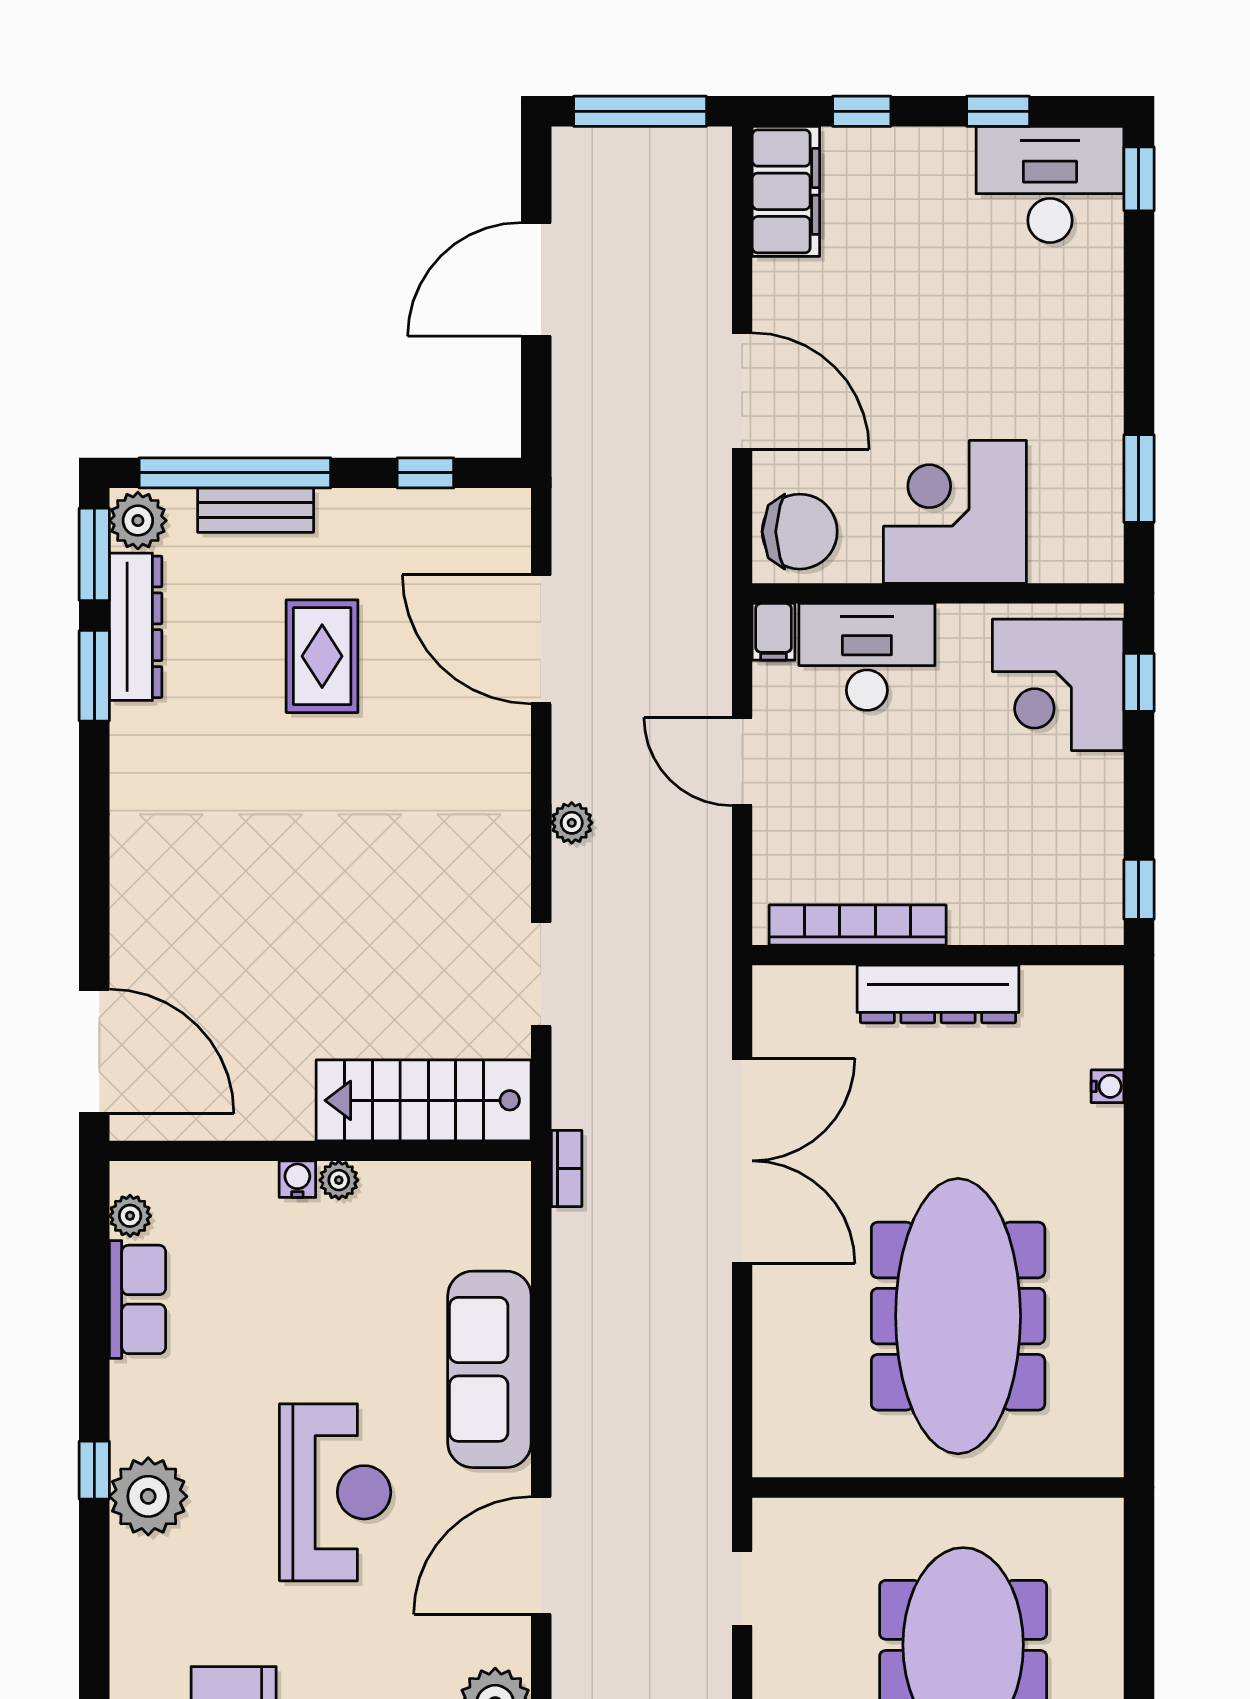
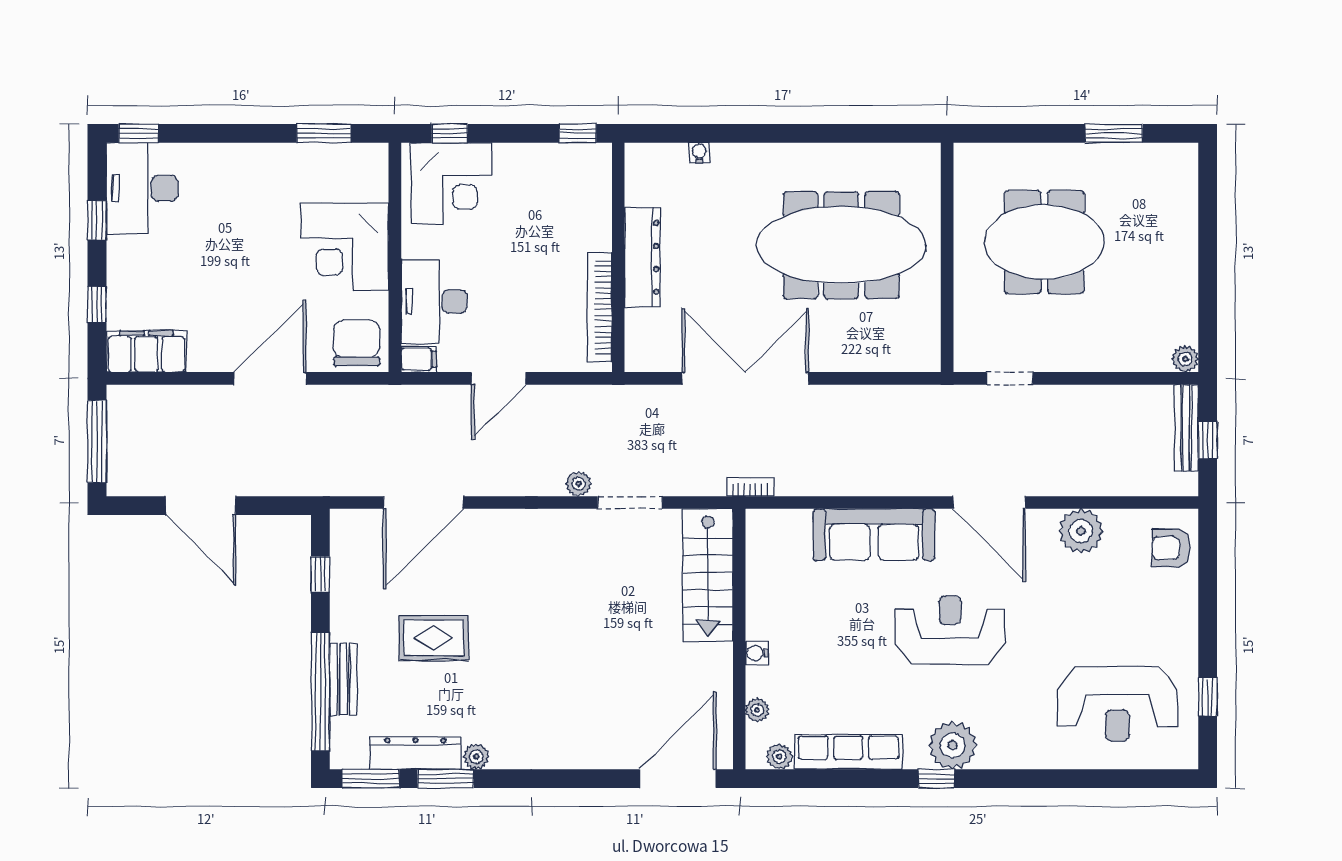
plant: (138, 521) -> (476, 757), moved, width x0.73, depth x0.73
plant: (572, 823) -> (579, 484), moved
plant: (339, 1180) -> (757, 710), moved
row of seats: (138, 1299) -> (848, 752), width x1.48

